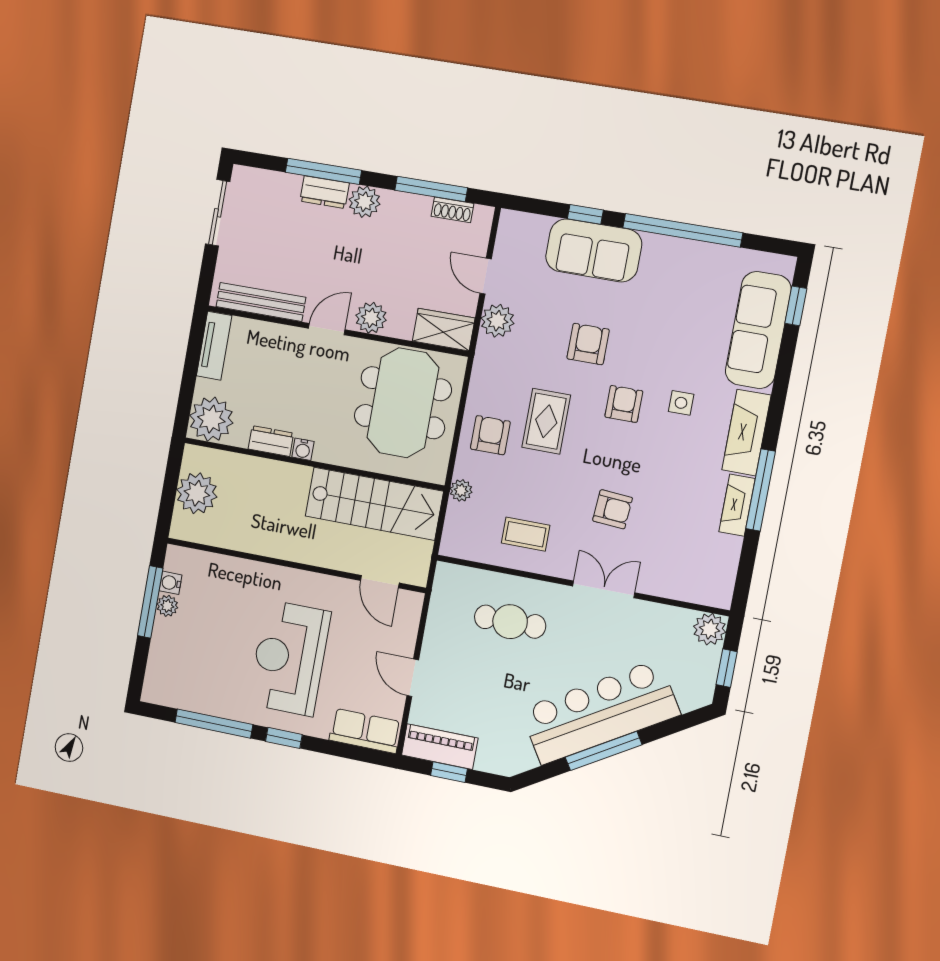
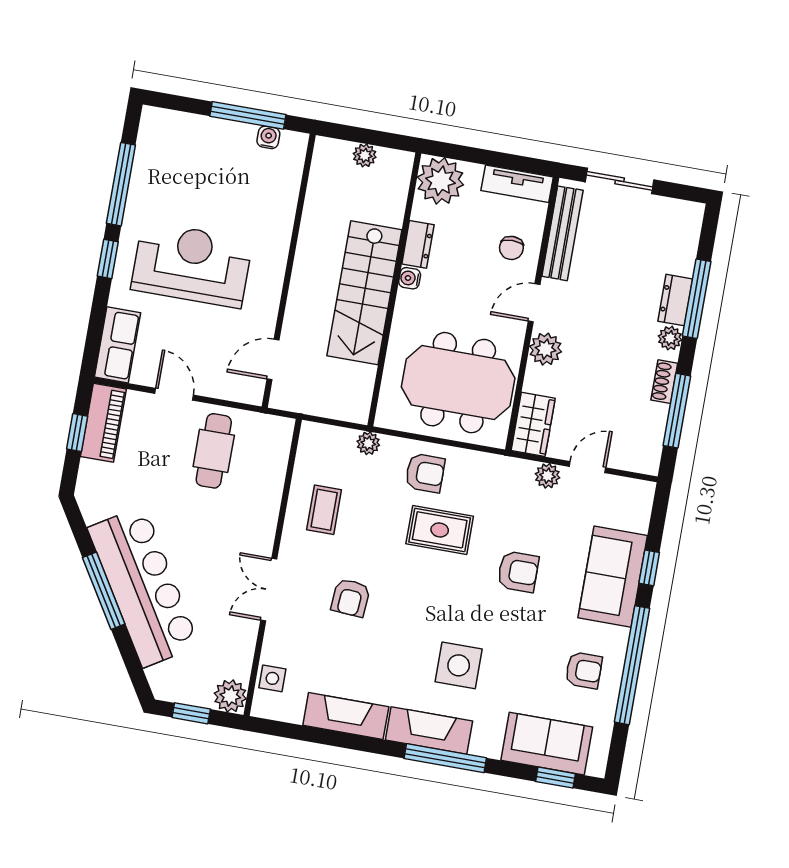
plant: (364, 202) -> (670, 338), width x0.73, depth x0.73
shoe rack: (453, 210) -> (664, 382), moved
sliding door: (218, 213) -> (620, 181), moved
plant: (497, 321) -> (547, 476), width x0.73, depth x0.73
door: (327, 329) -> (534, 303), swing flipped
sofa: (758, 330) -> (547, 744), width x0.73
chair: (275, 351) -> (511, 248), added
side table: (681, 403) -> (459, 665), width x1.87, depth x1.87
armchair: (624, 404) -> (584, 670), moved
window: (761, 490) -> (445, 758), moved
plant: (197, 493) -> (365, 155), width x0.53, depth x0.53
stairs: (374, 504) -> (364, 293), moved
fireplace: (737, 505) -> (346, 716), width x1.37, depth x1.32
side table: (692, 587) -> (272, 678), added
double door: (604, 589) -> (269, 590), swing flipped
plant: (167, 606) -> (244, 134), removed
cafe table: (510, 622) -> (214, 451), moved
door: (413, 678) -> (174, 394), hinge flipped

